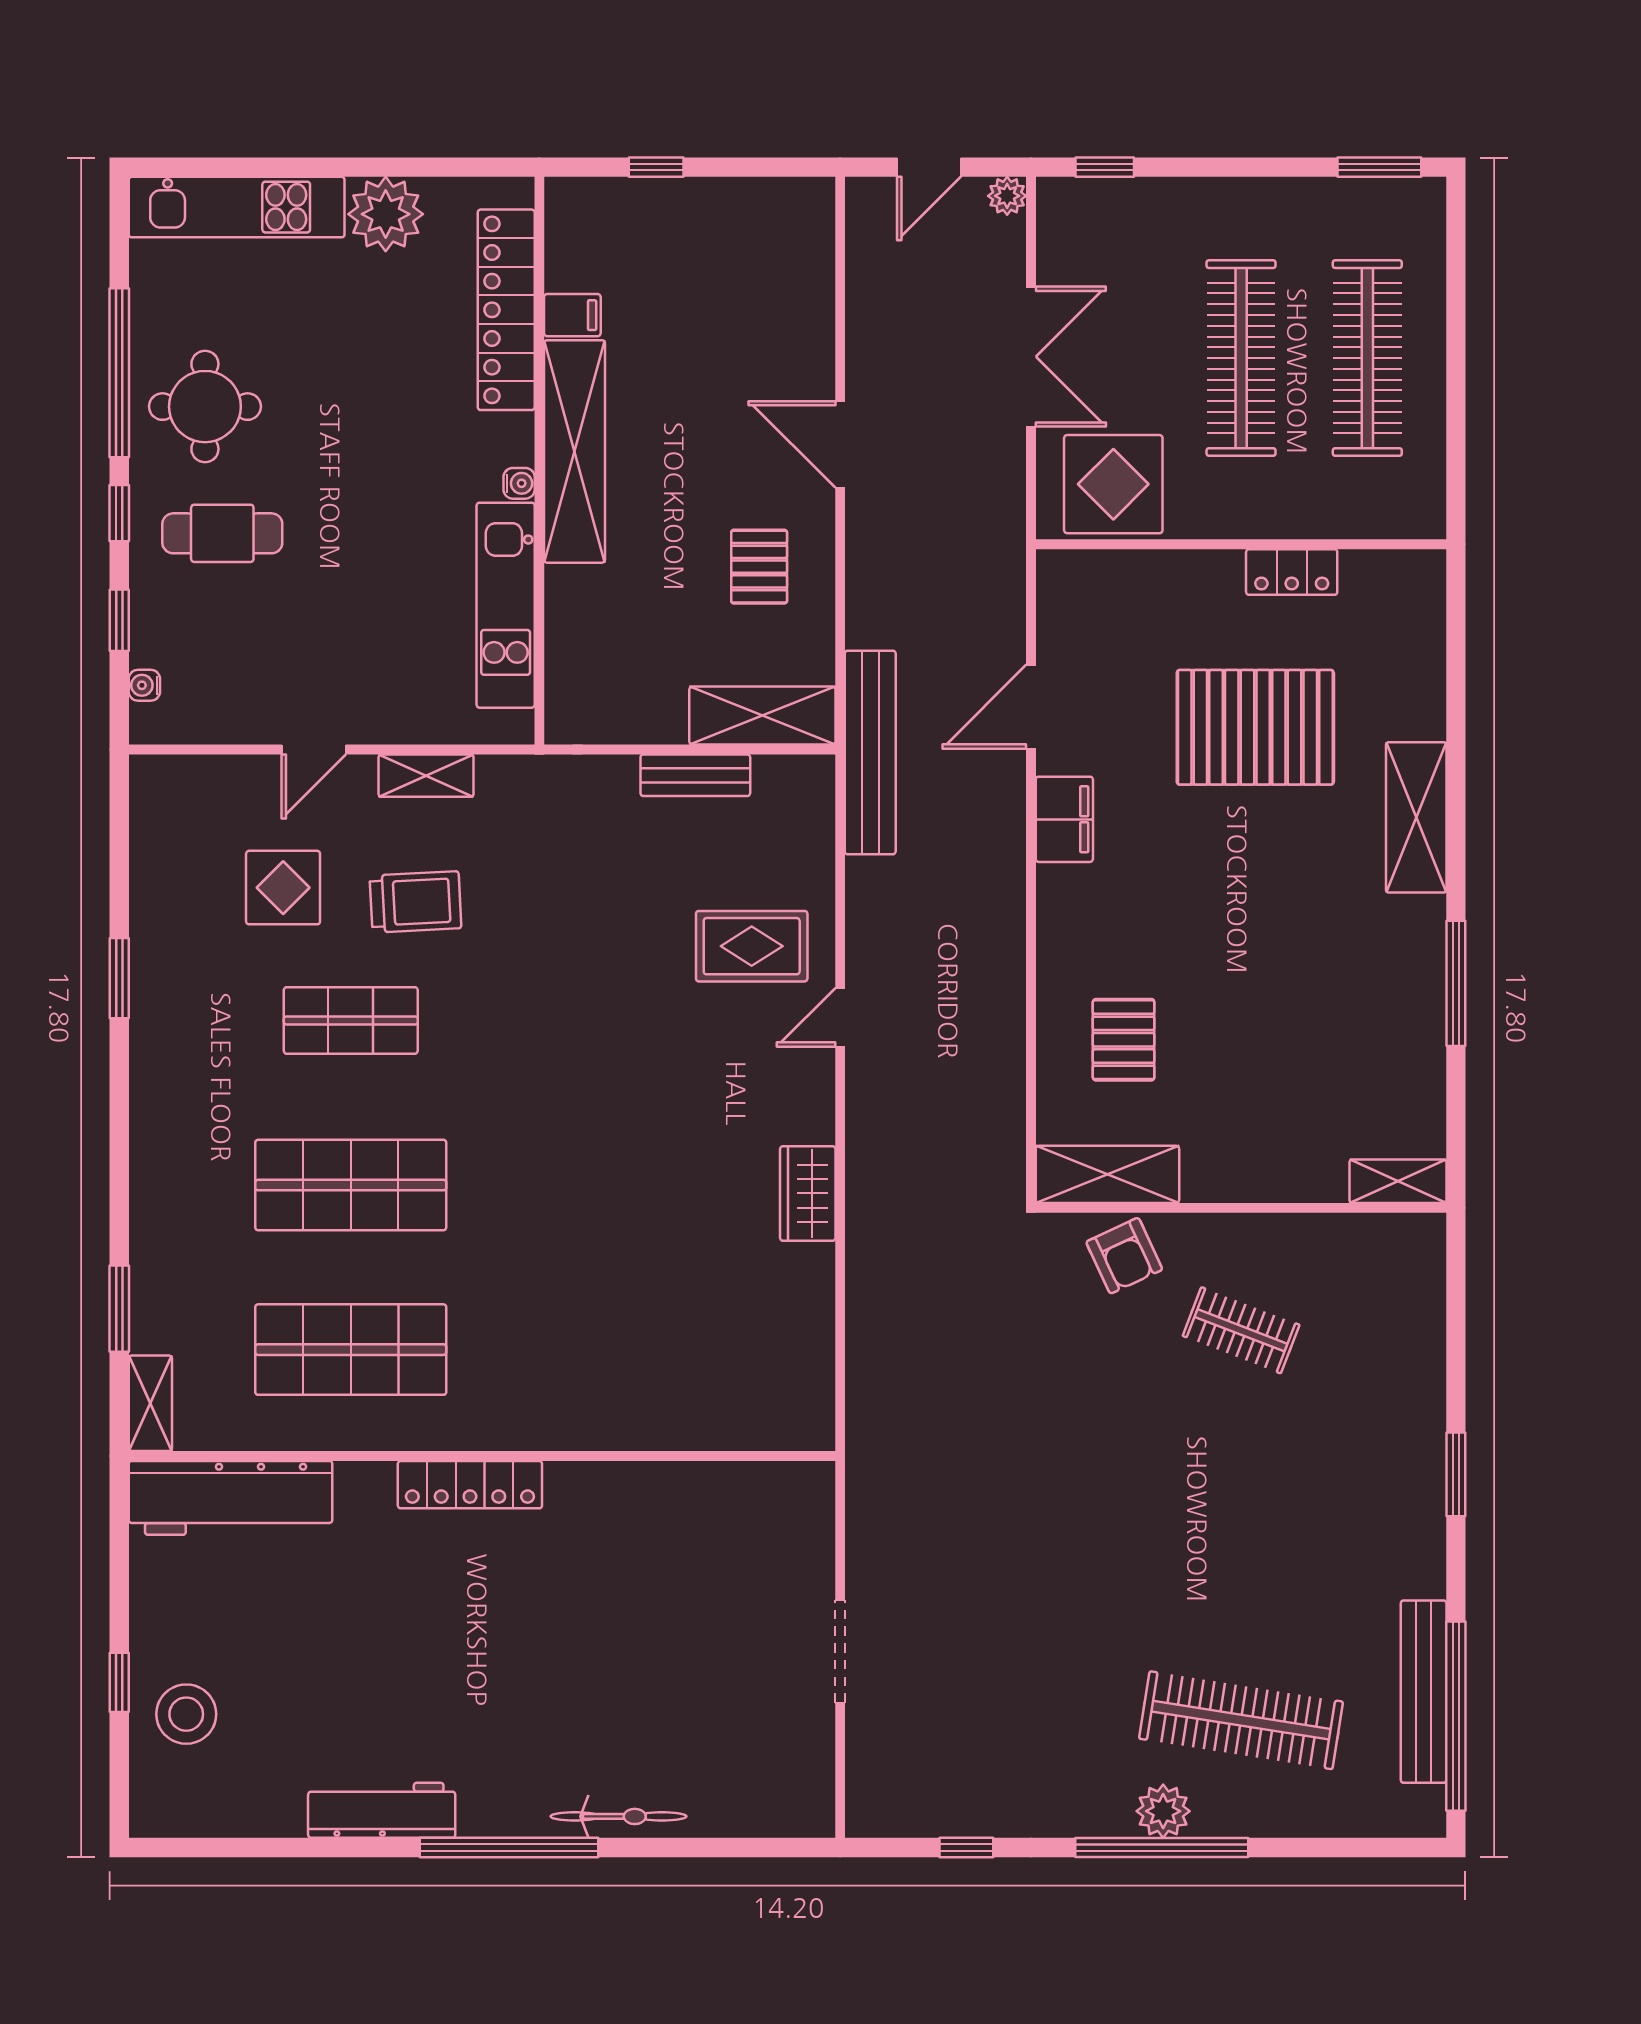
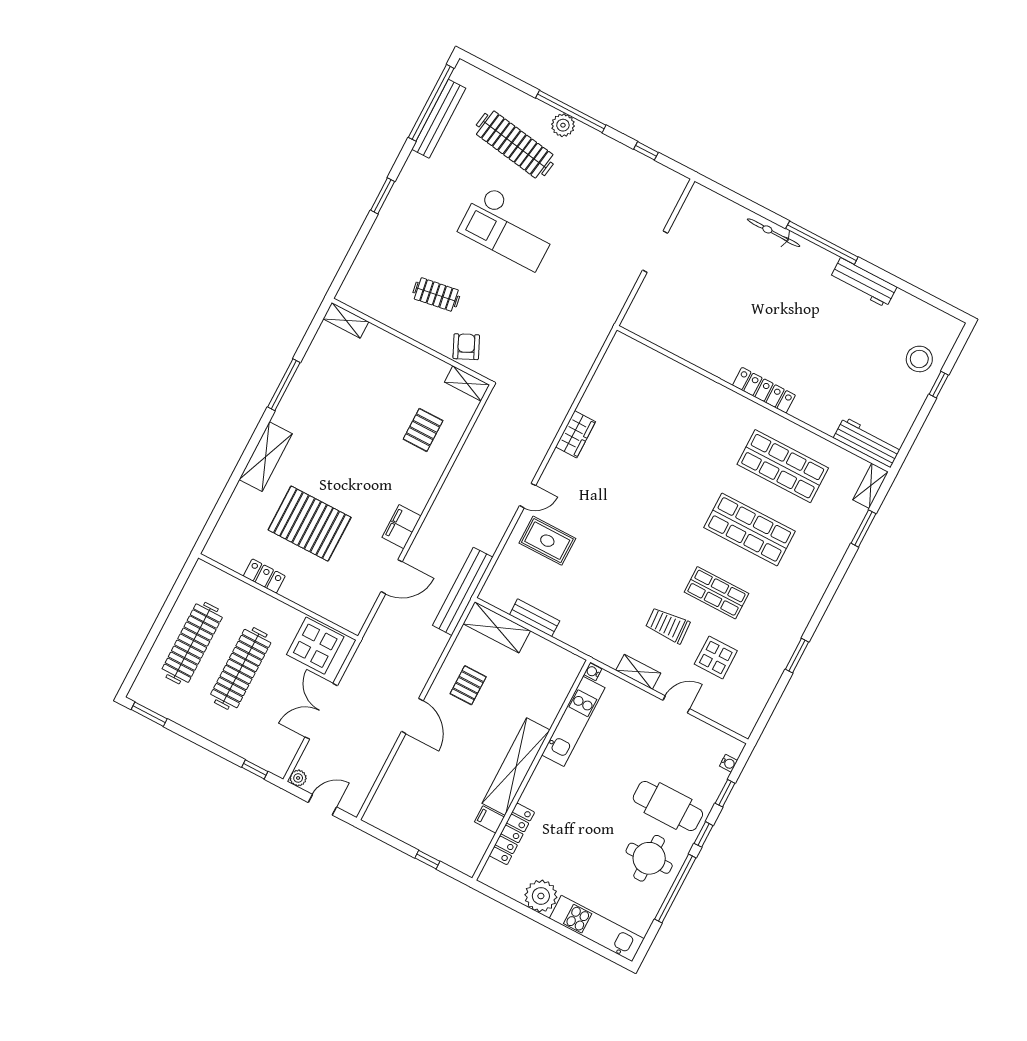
locker: (506, 310) -> (512, 834), width x0.71, depth x0.83
water cooler: (519, 483) -> (593, 672), moved
cafe table: (222, 533) -> (668, 806), width x1.37, depth x1.35
shelving: (1107, 1174) -> (467, 383), width x0.67, depth x0.75
clothes rail: (1241, 1330) -> (436, 294), turned -30
workbench: (230, 1498) -> (867, 442), width x0.73, depth x0.76
checkout: (1164, 1544) -> (509, 228), added

